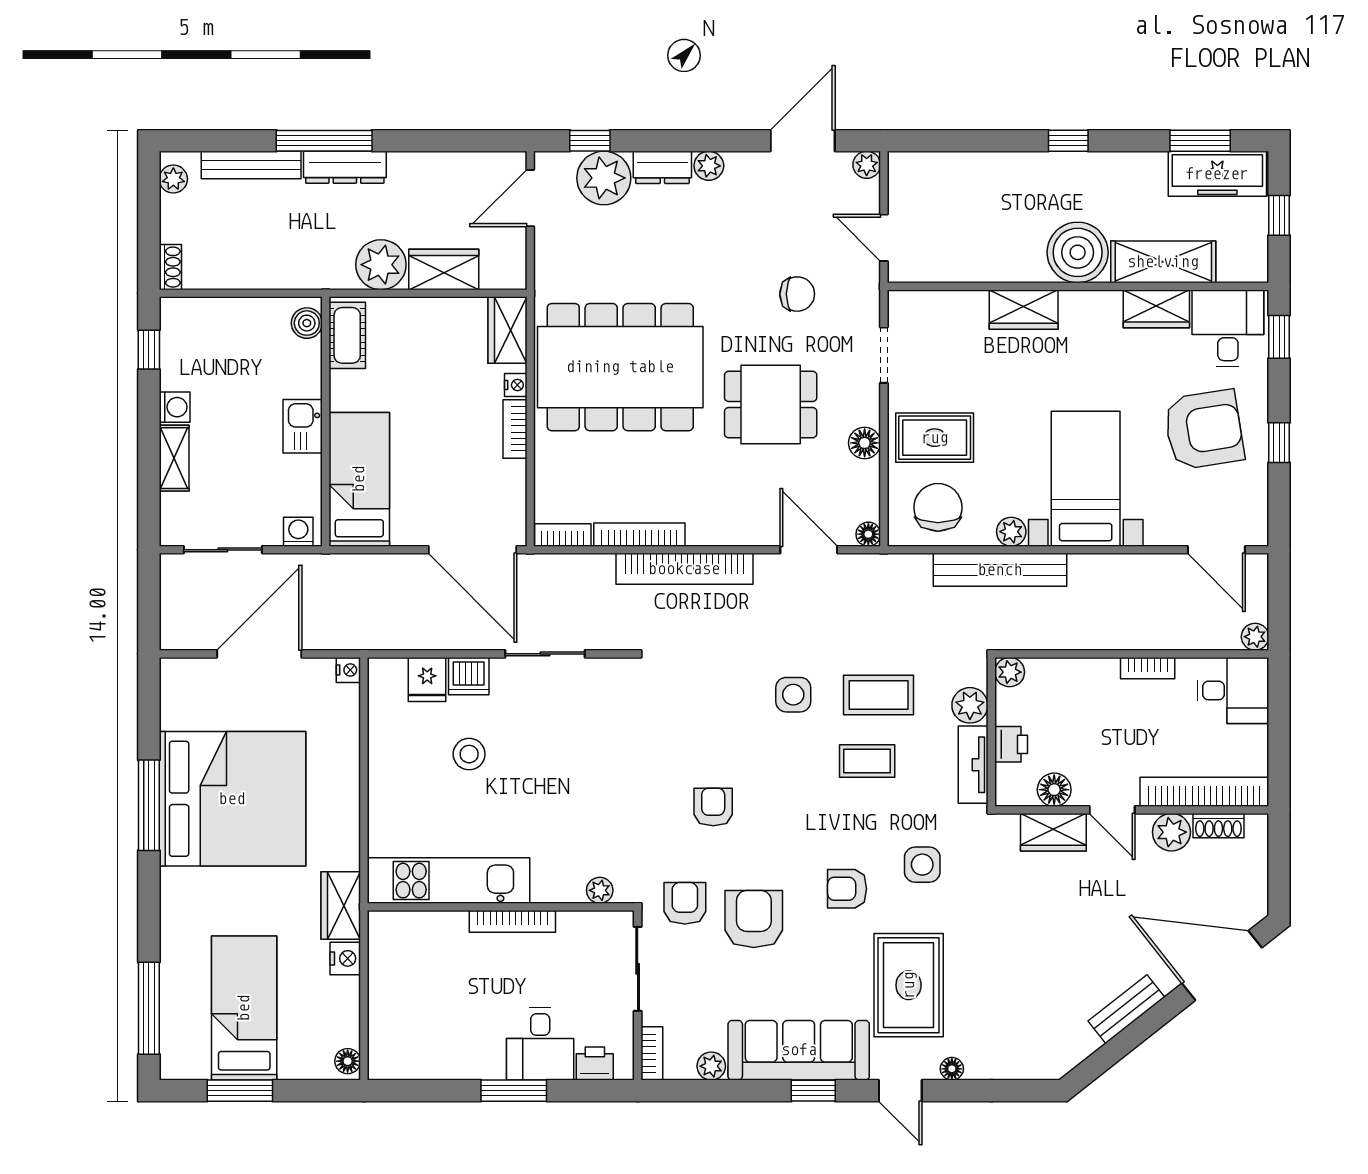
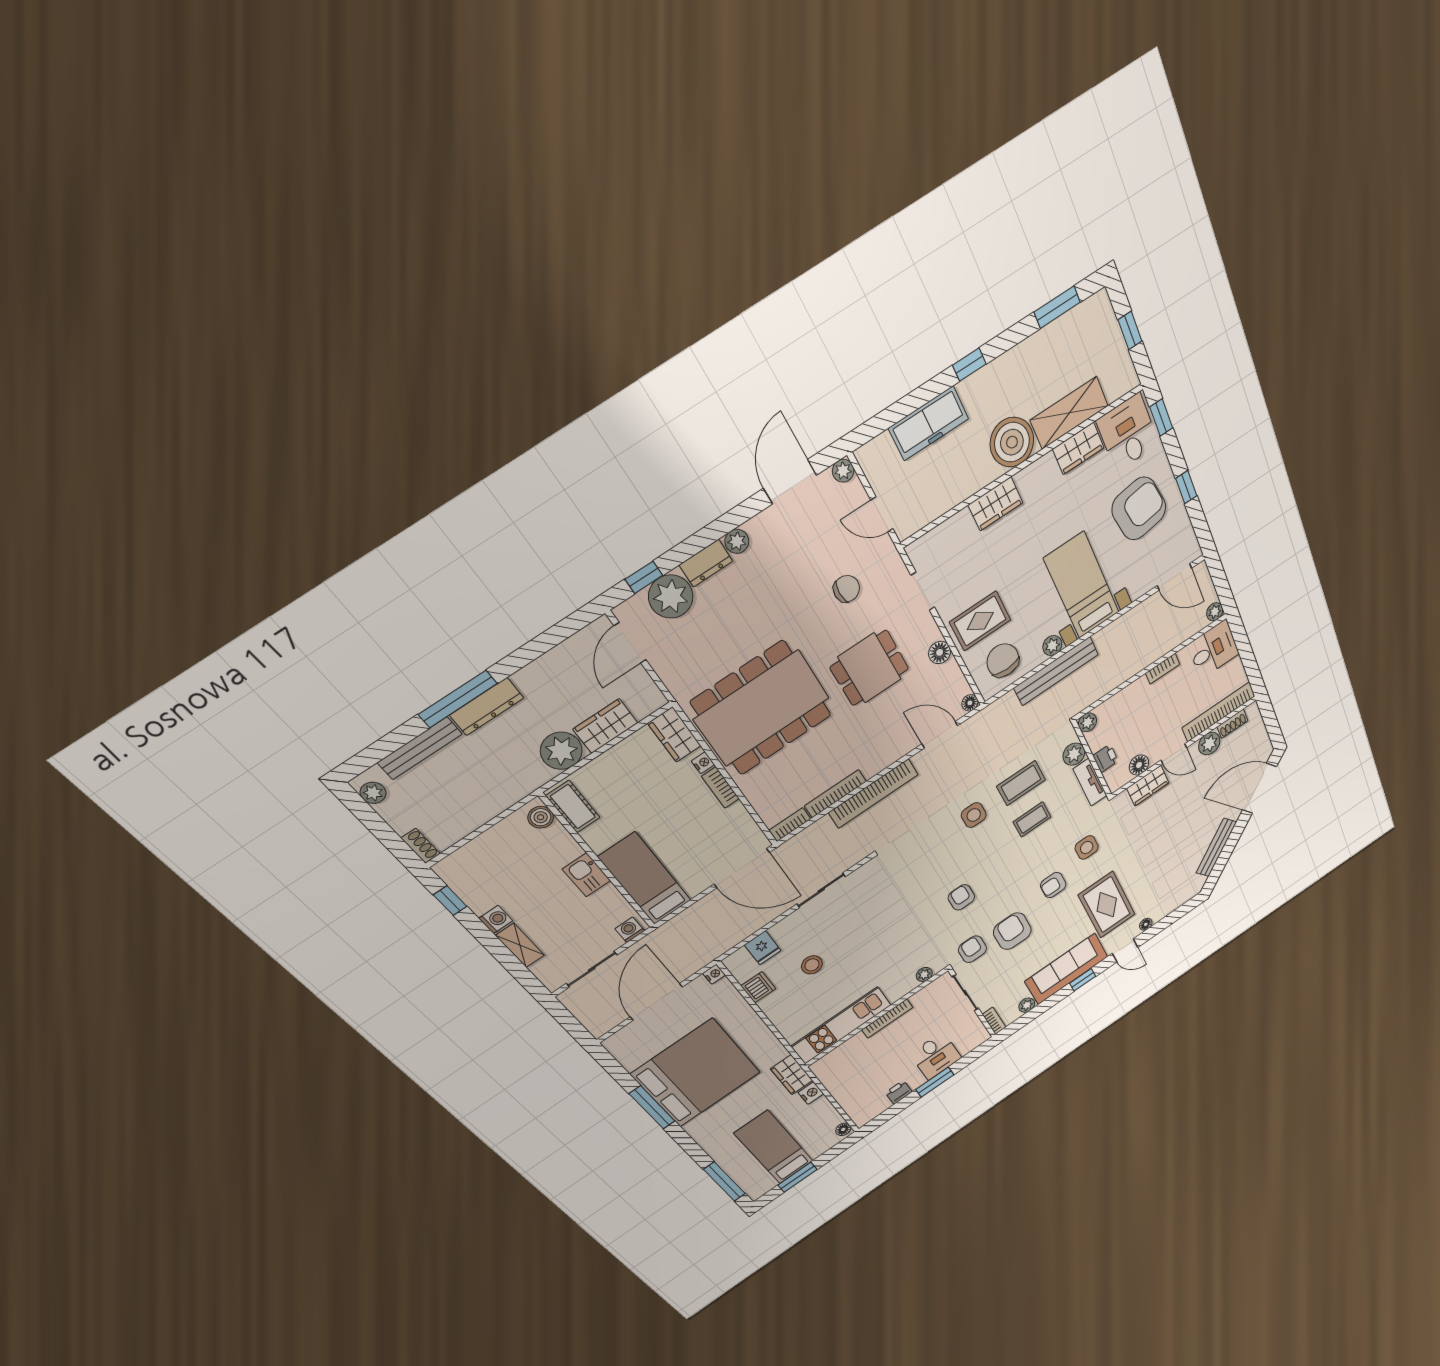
freezer: (1217, 174) -> (929, 423), moved
dishwasher: (469, 676) -> (758, 987), moved, turned -90
bench: (1126, 1009) -> (1216, 847), width x1.36
printer: (595, 1064) -> (899, 1092), moved

